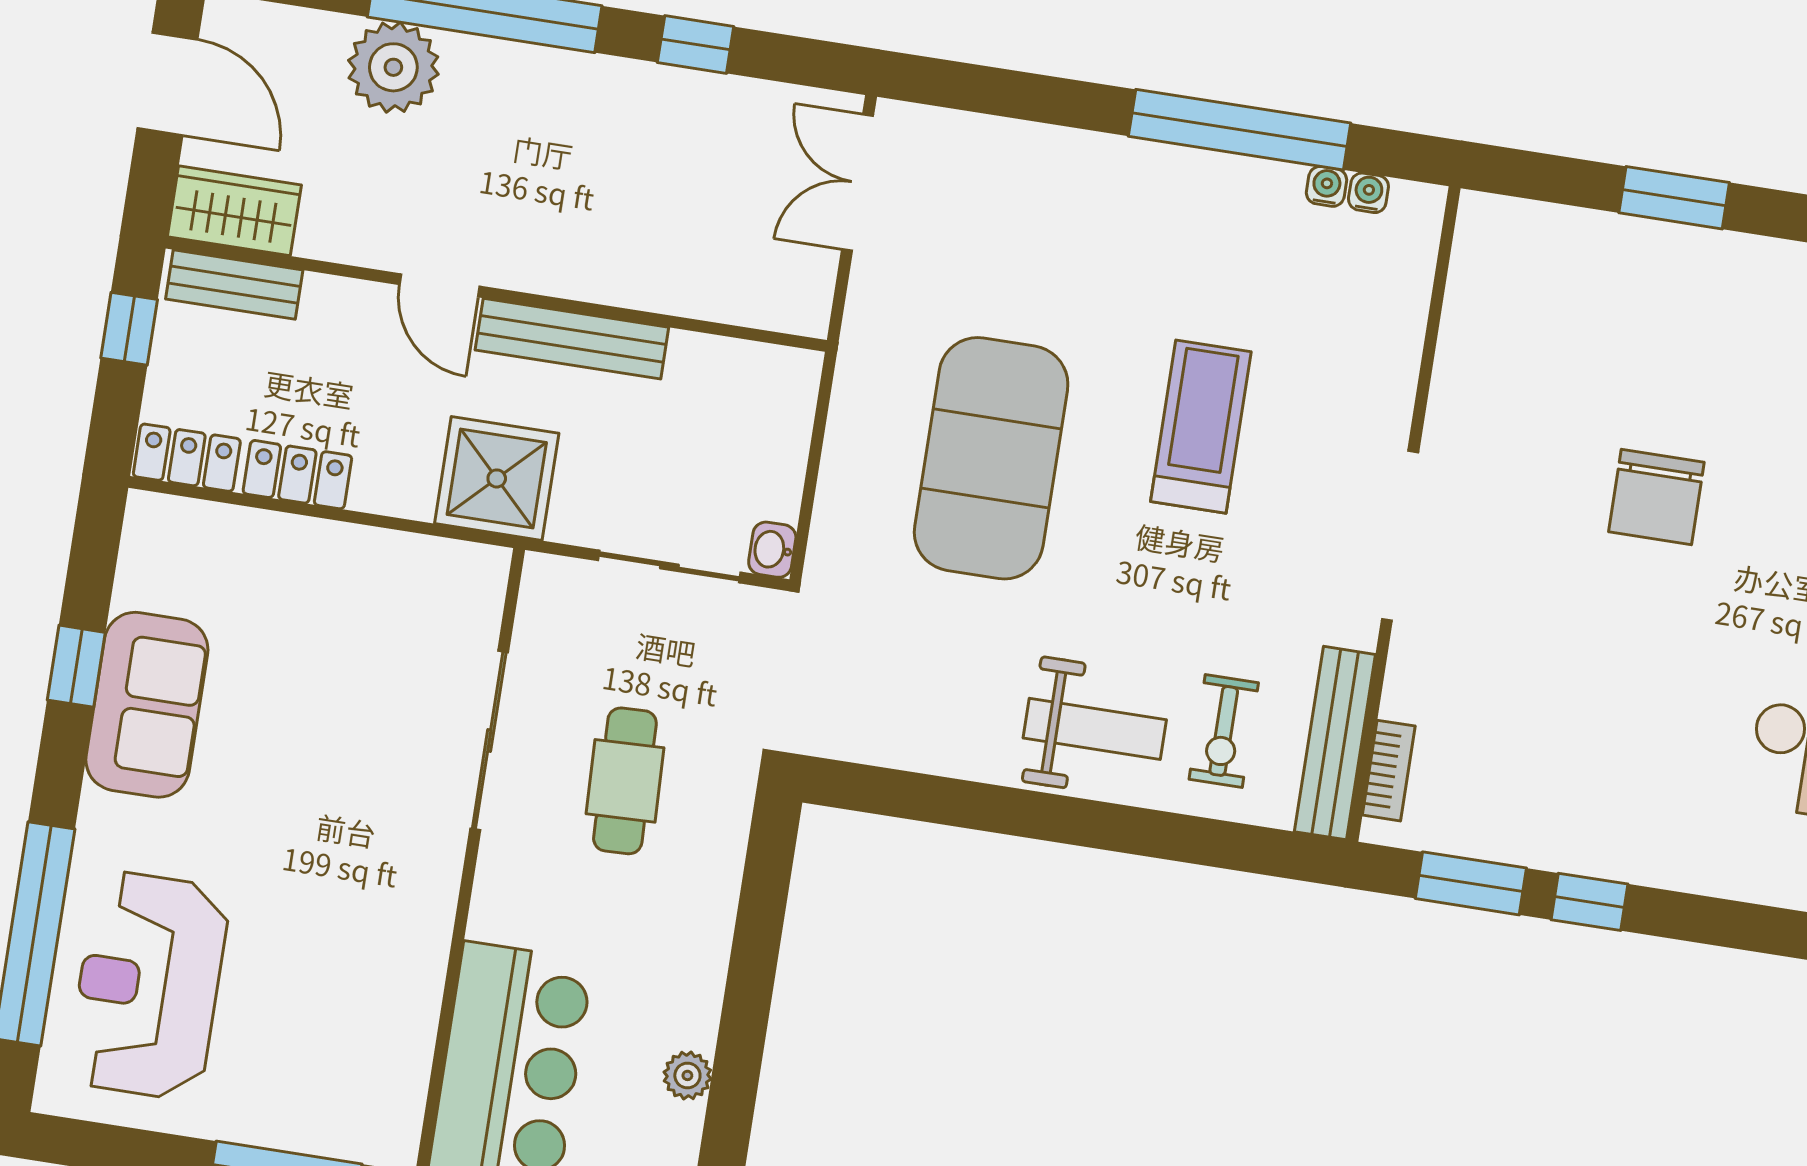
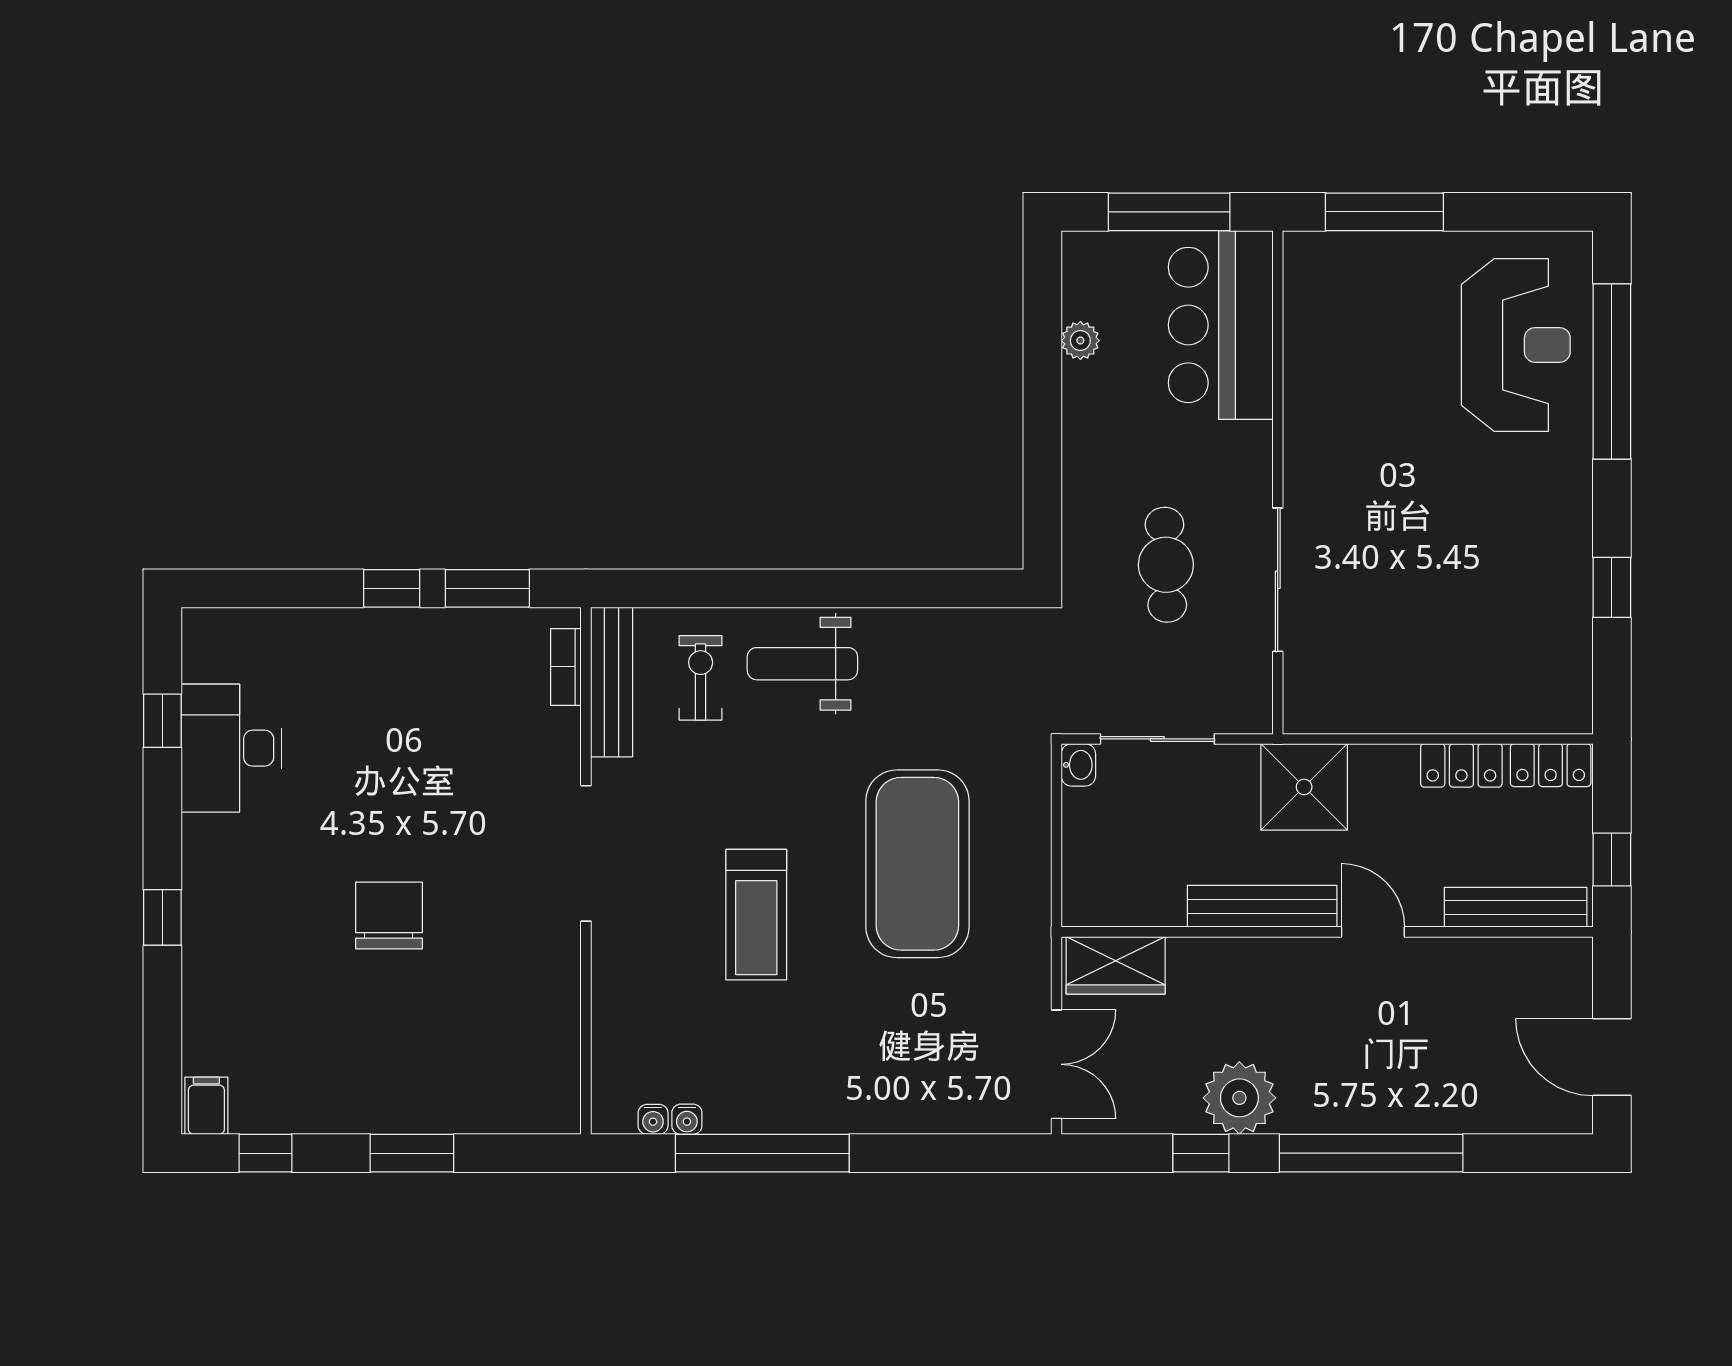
plant: (393, 67) -> (1239, 1098), moved
wardrobe: (234, 211) -> (1116, 965), moved
bench: (234, 285) -> (1516, 907), width x1.36
sofa: (147, 705) -> (1552, 566), removed

